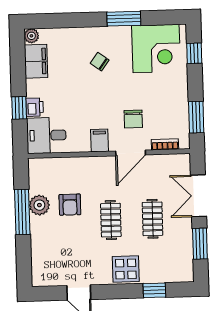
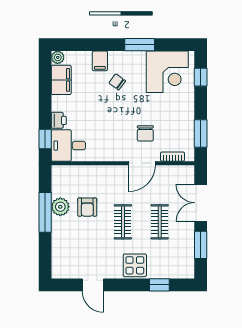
window: (19, 108) -> (45, 139), moved
filing cabinet: (100, 140) -> (100, 61), moved, turned 180

